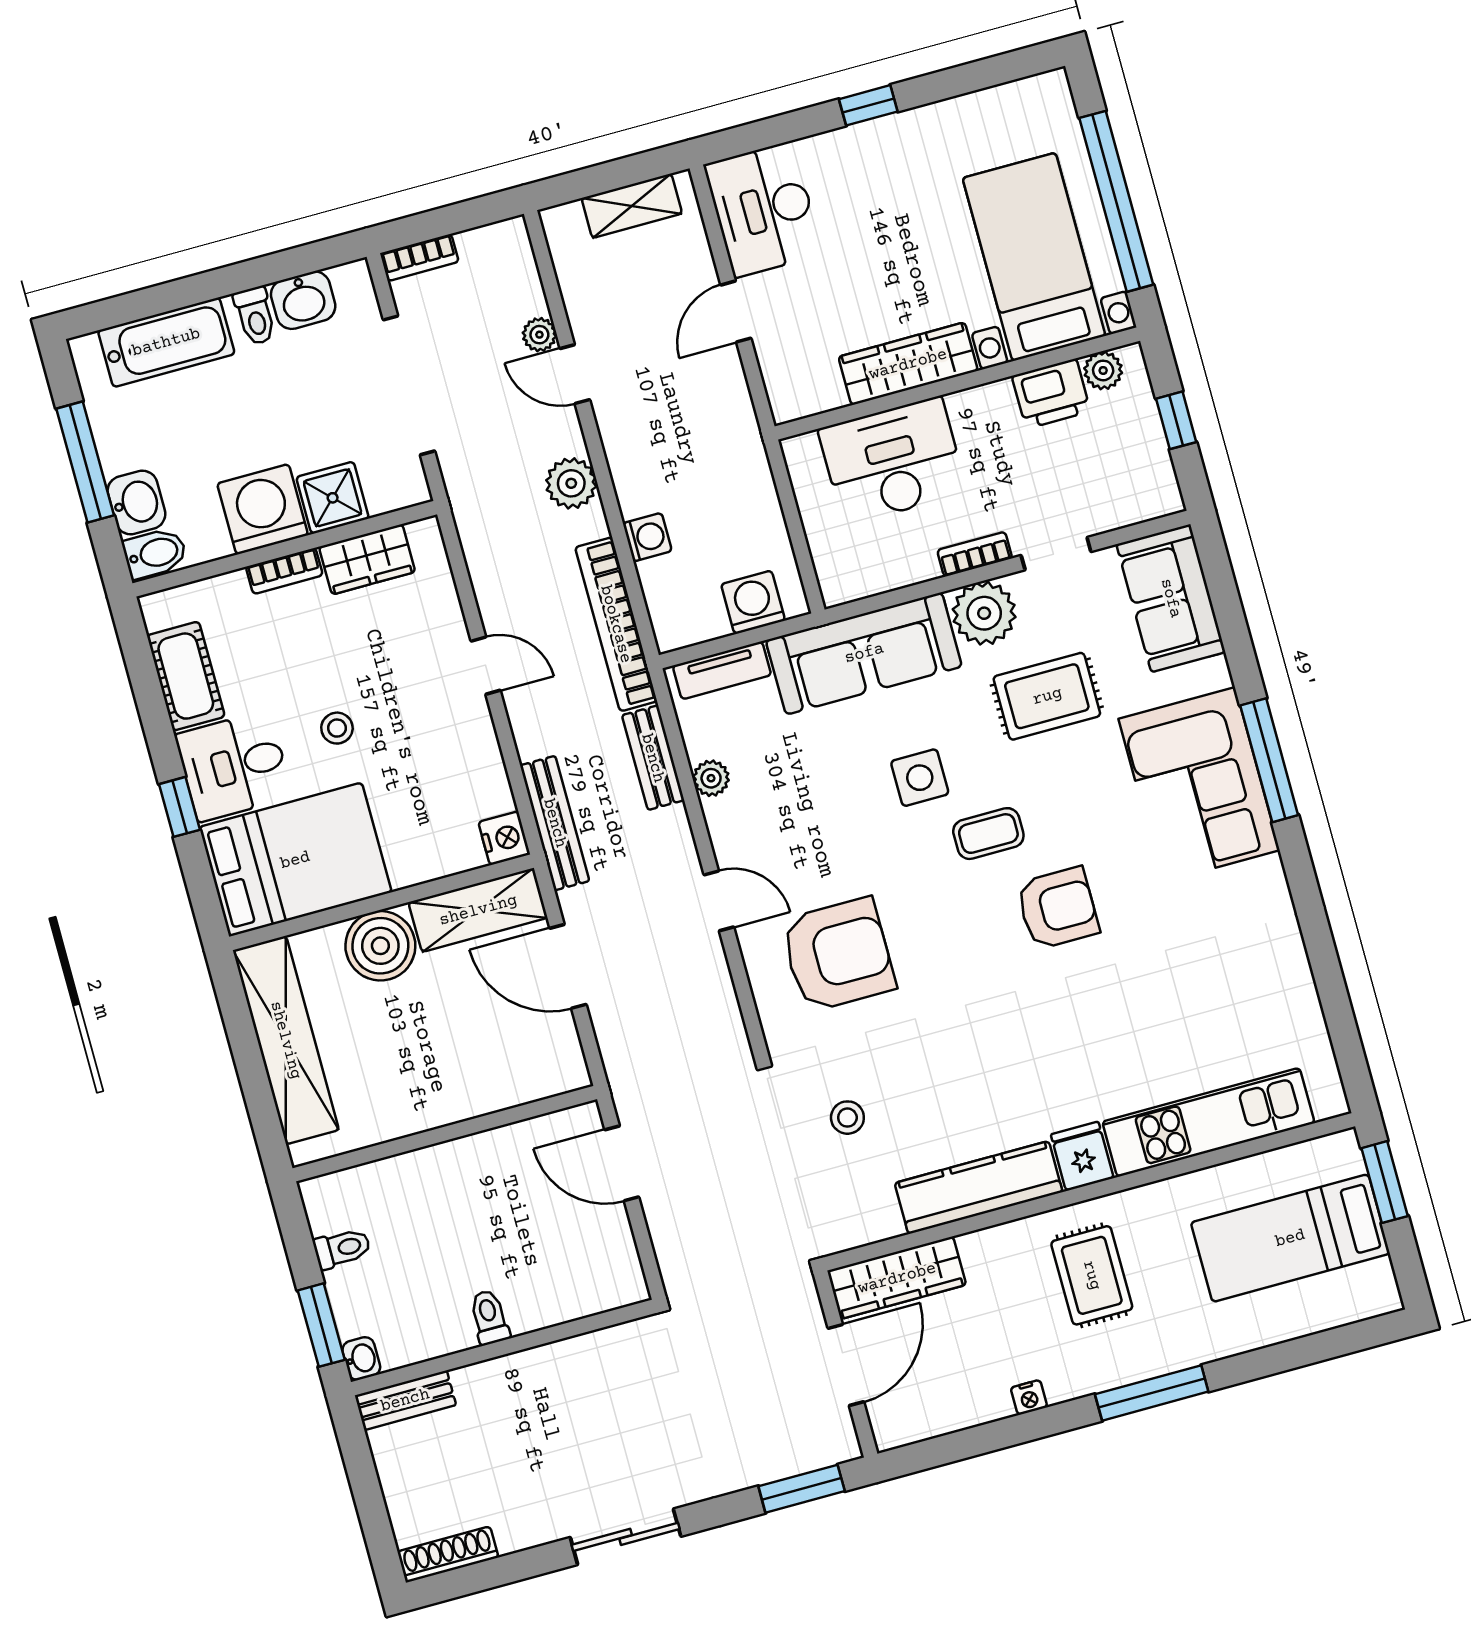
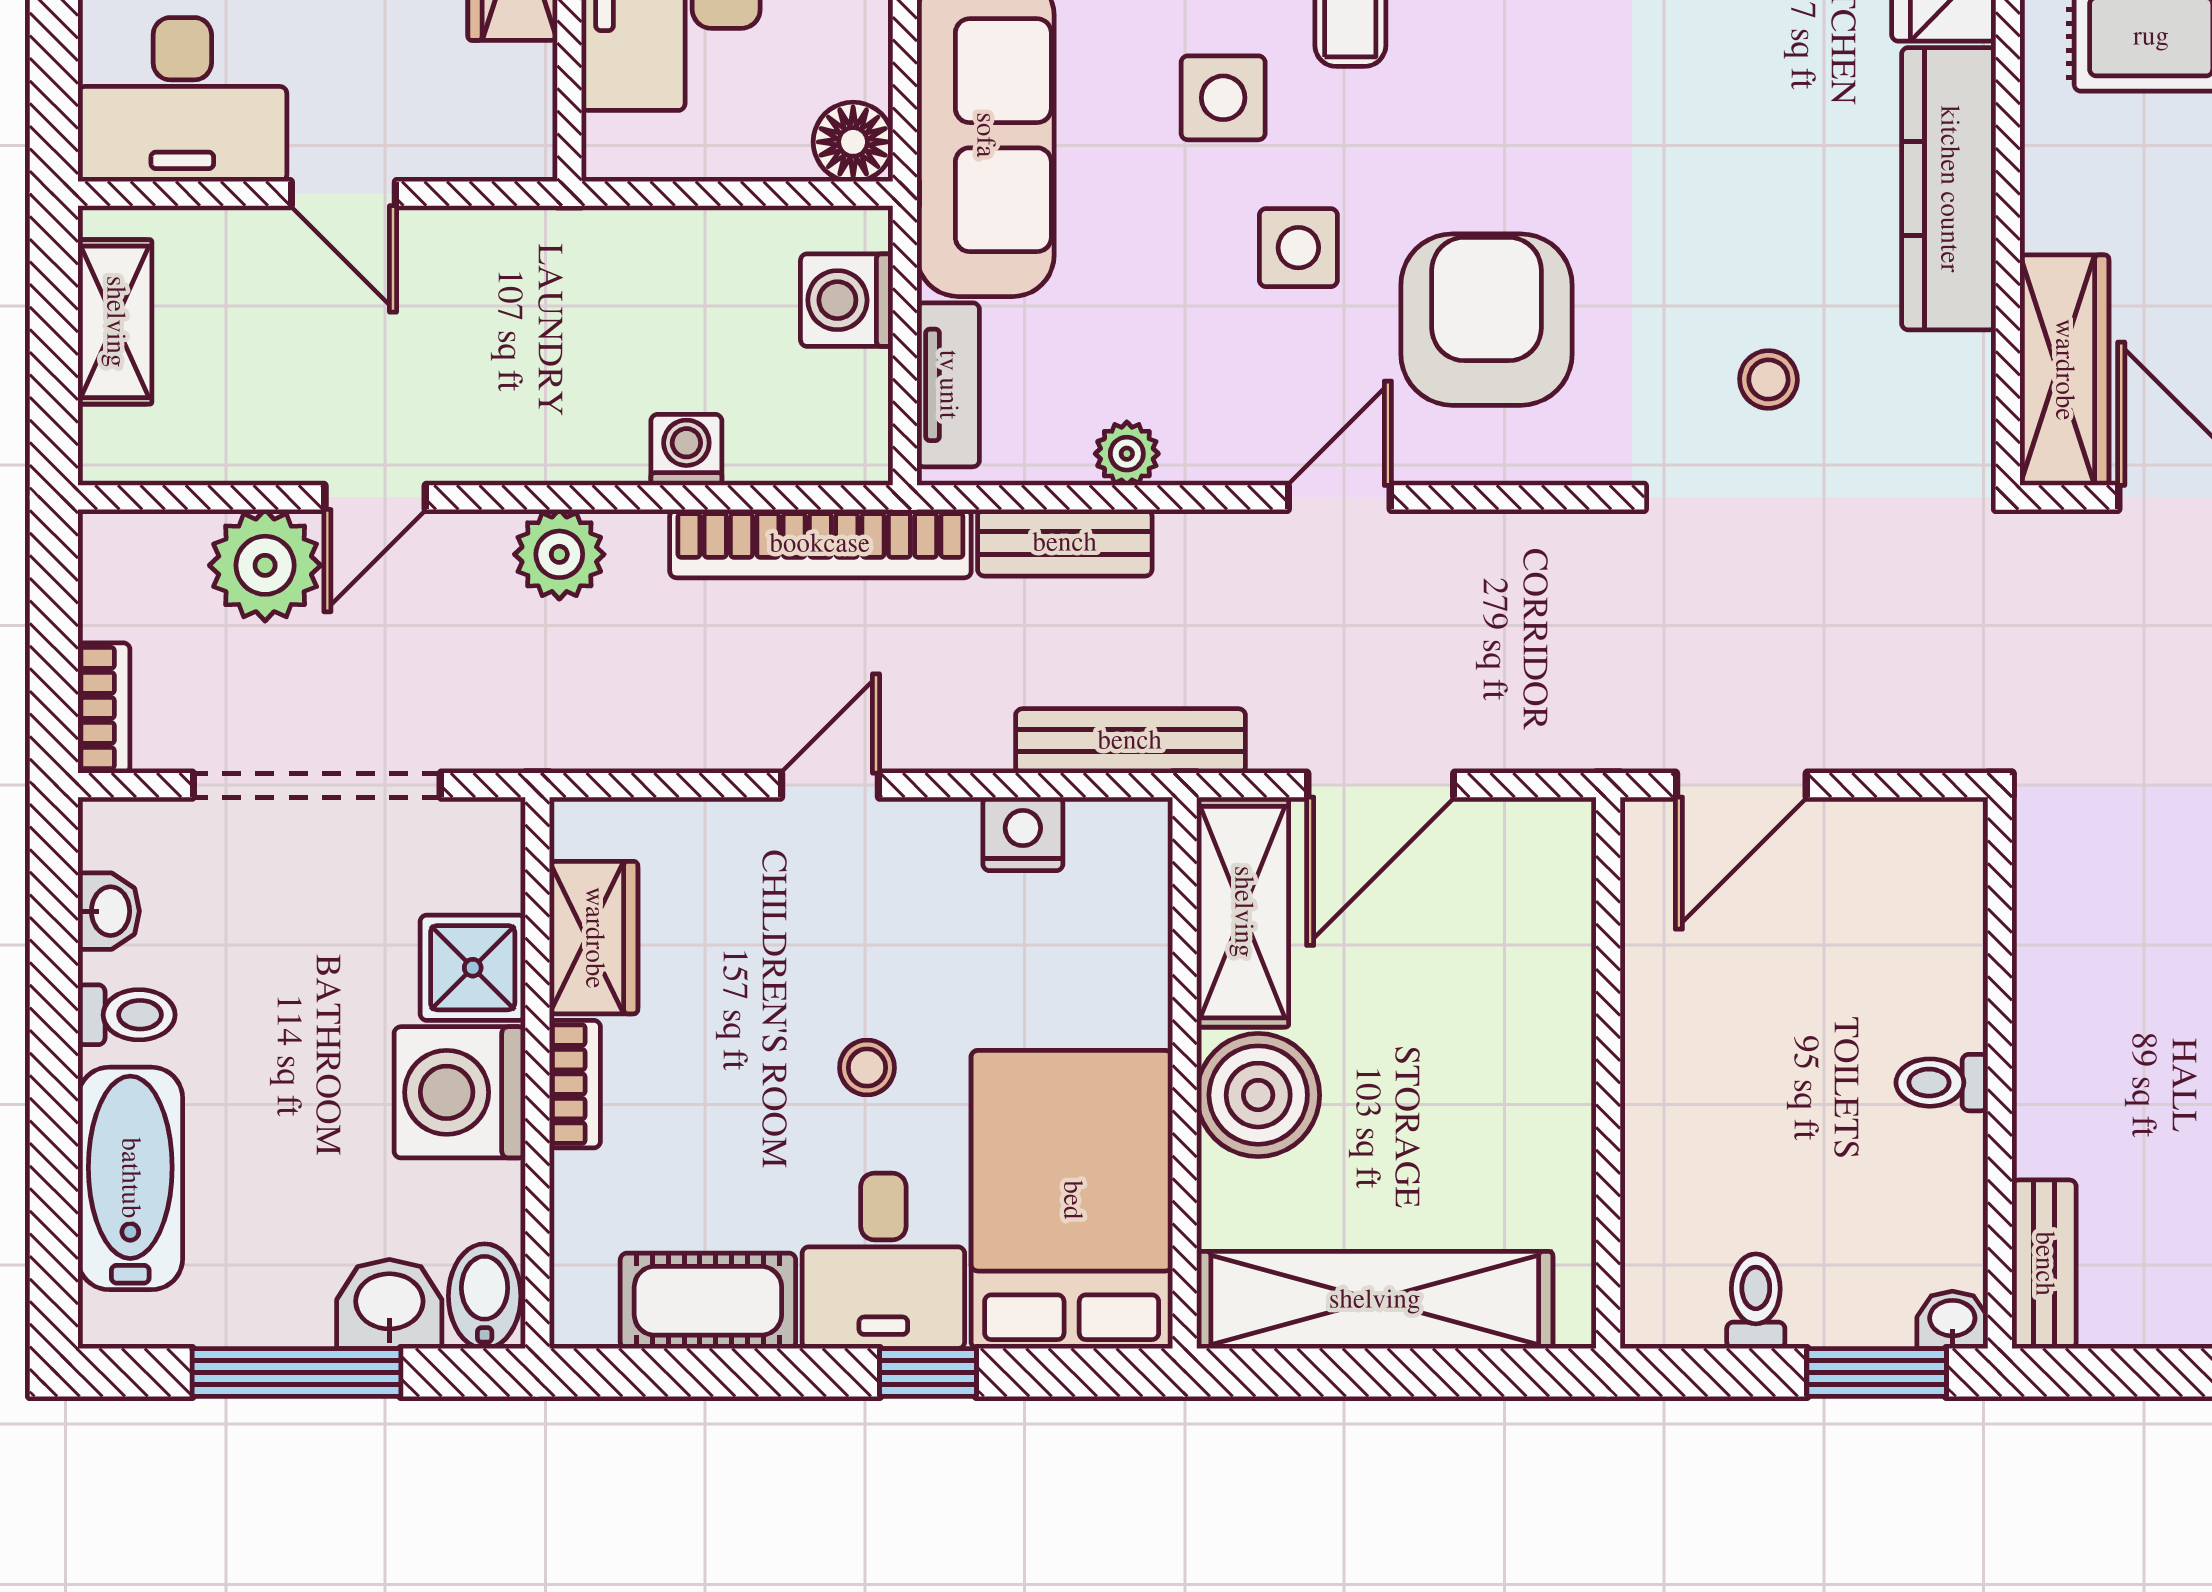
washbasin: (303, 300) -> (109, 911), width x0.72, depth x0.69
plant: (539, 335) -> (265, 565), width x1.88, depth x1.88
floor lamp: (840, 582) -> (853, 142), added
nightstand: (504, 838) -> (1023, 834), moved
side table: (849, 841) -> (1298, 248), added

